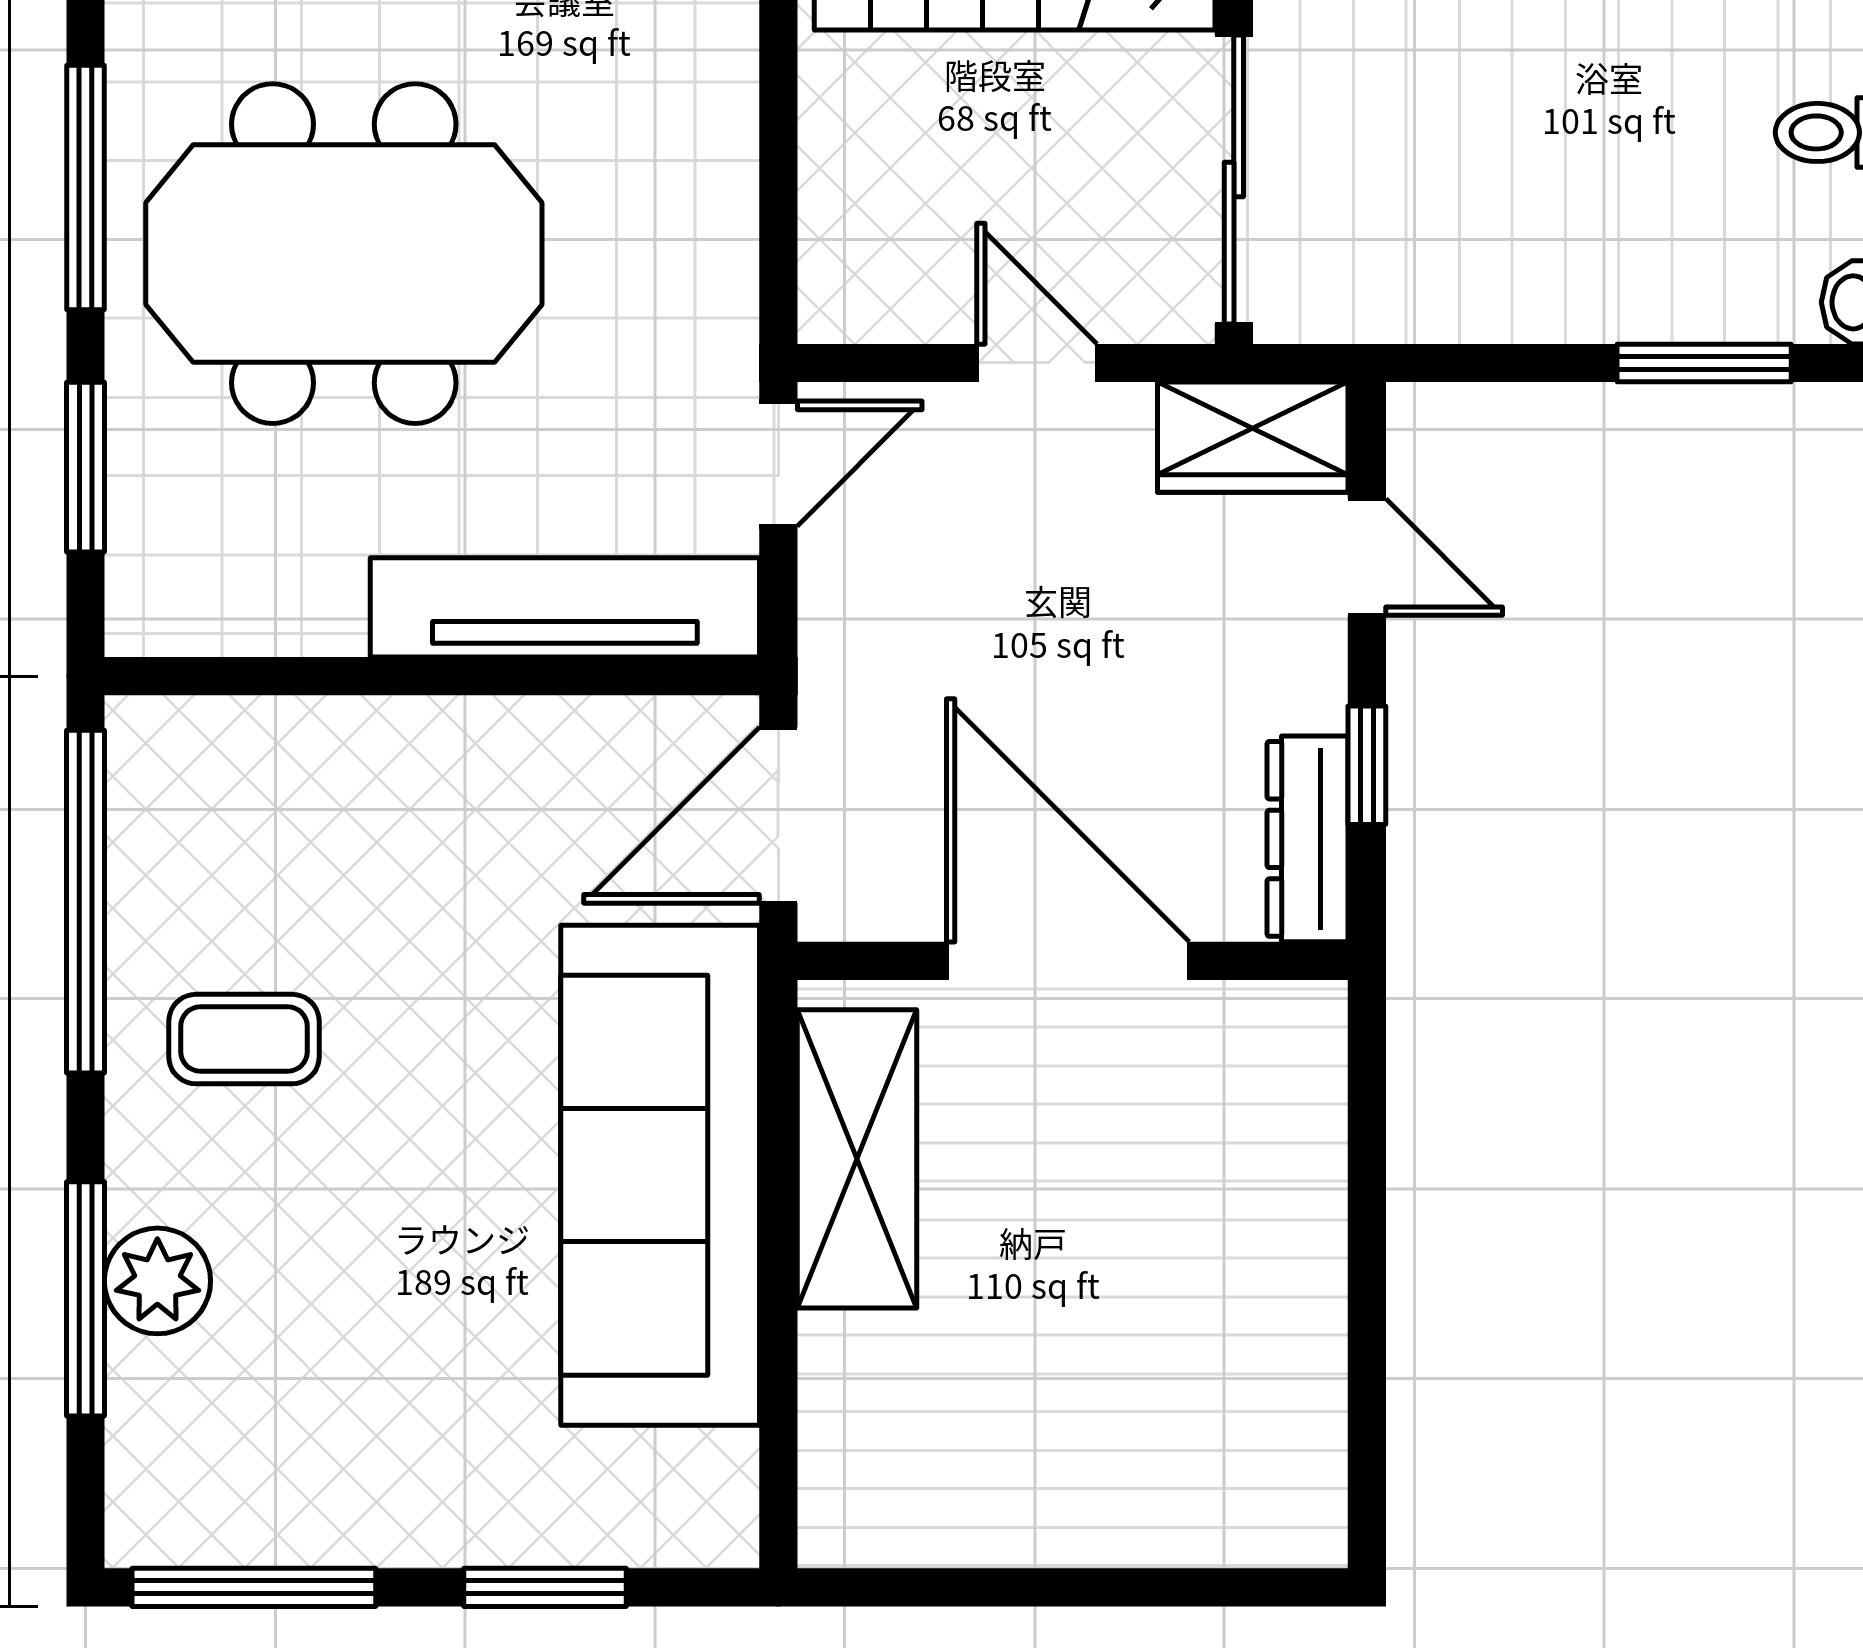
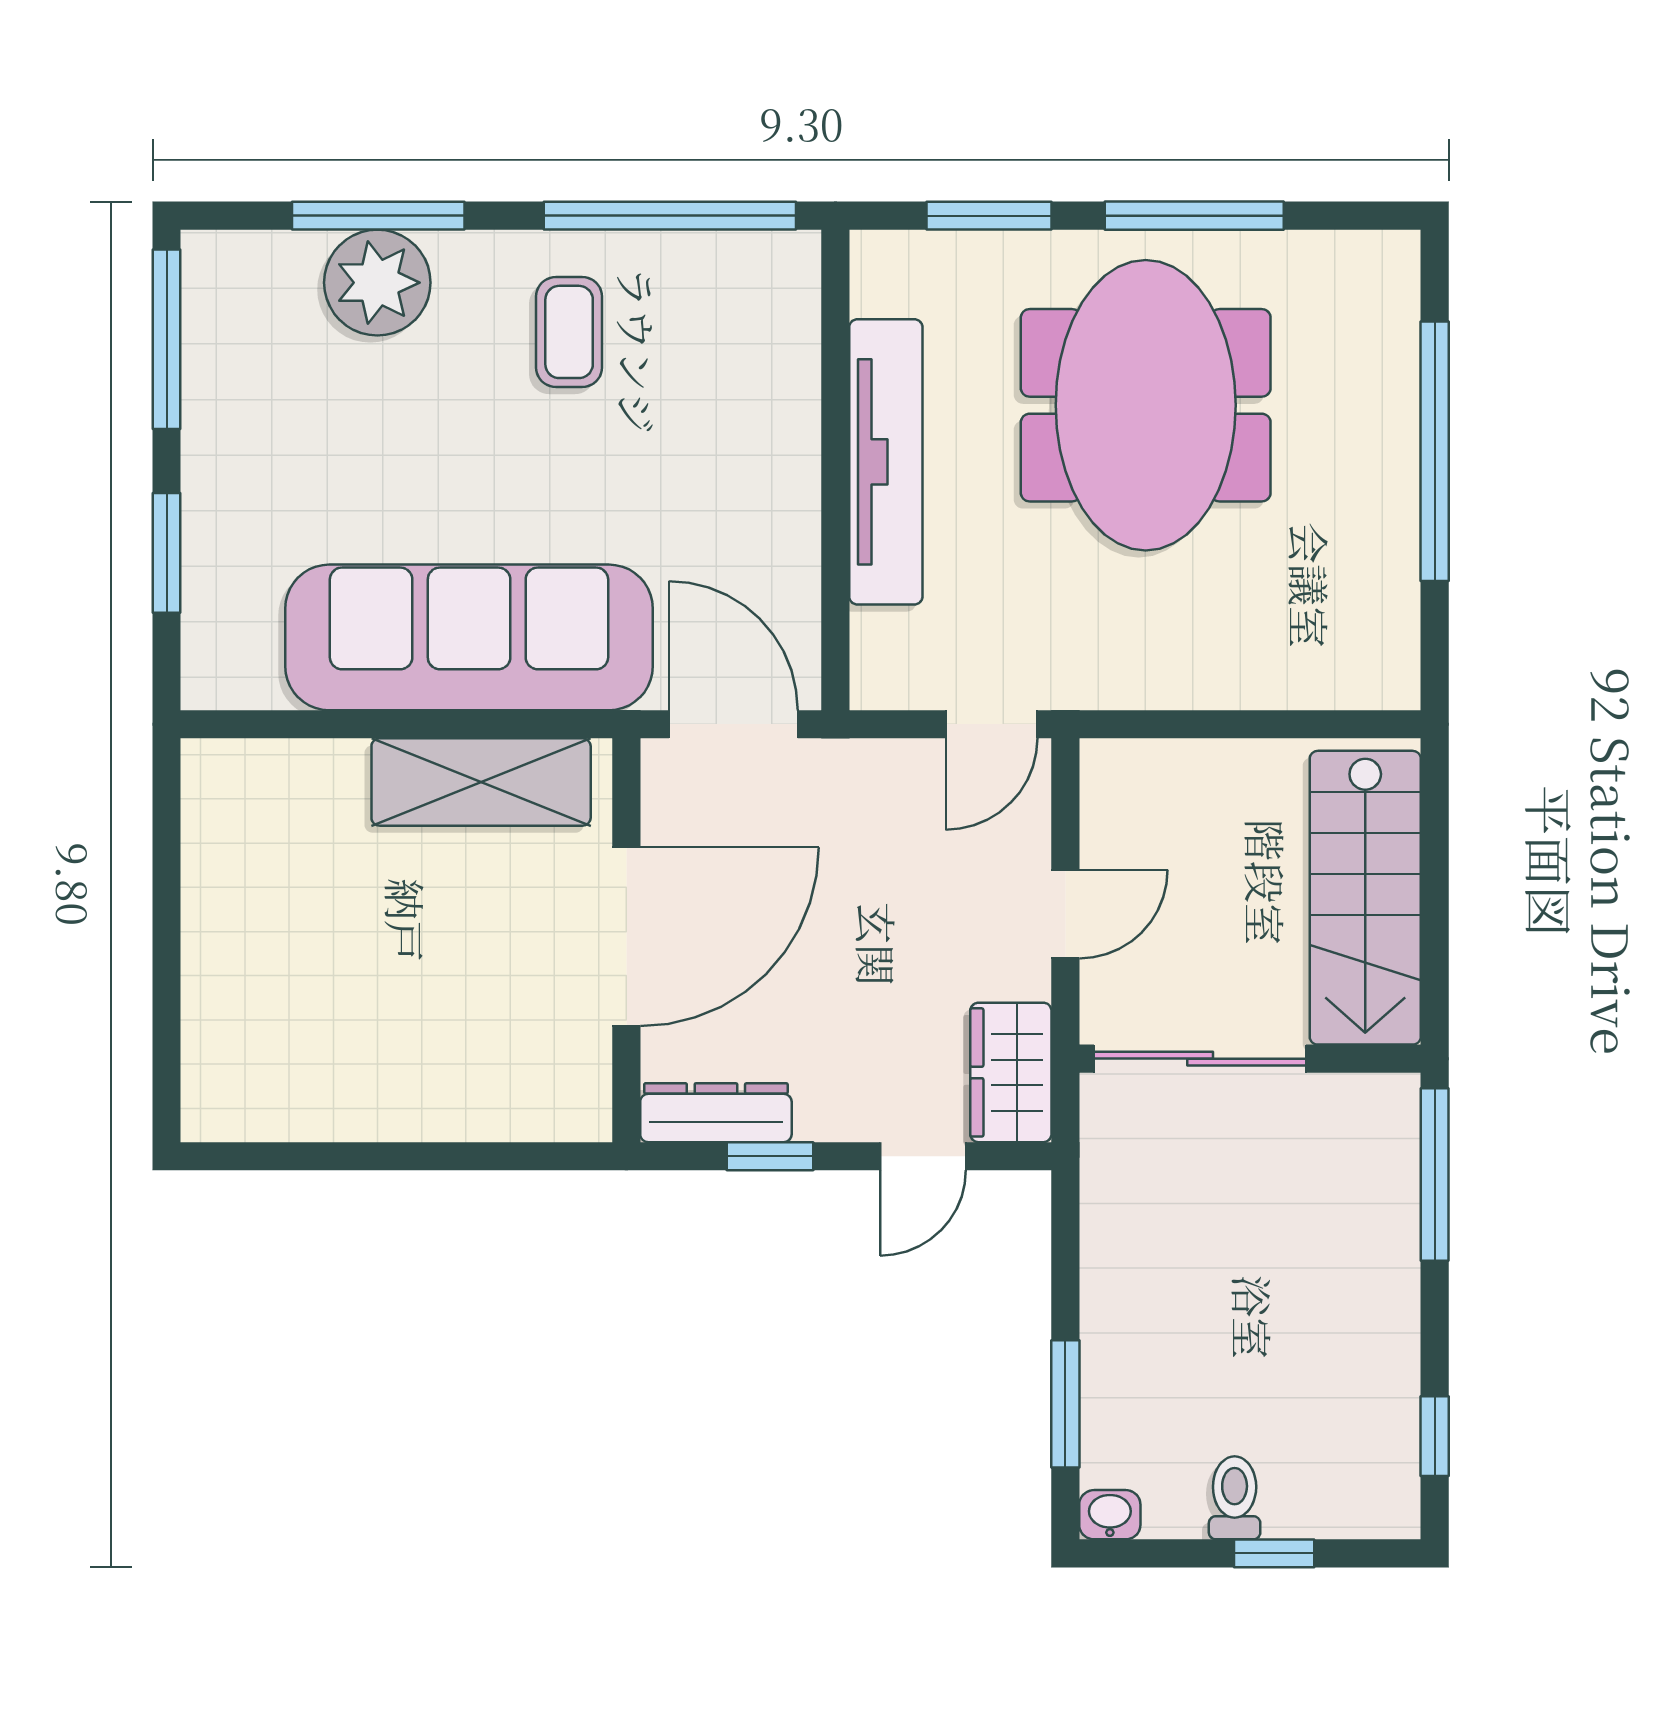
door: (778, 464) -> (991, 724), hinge flipped
tv unit: (565, 607) -> (886, 462), moved
plant: (157, 1281) -> (377, 283), width x1.36, depth x1.36

